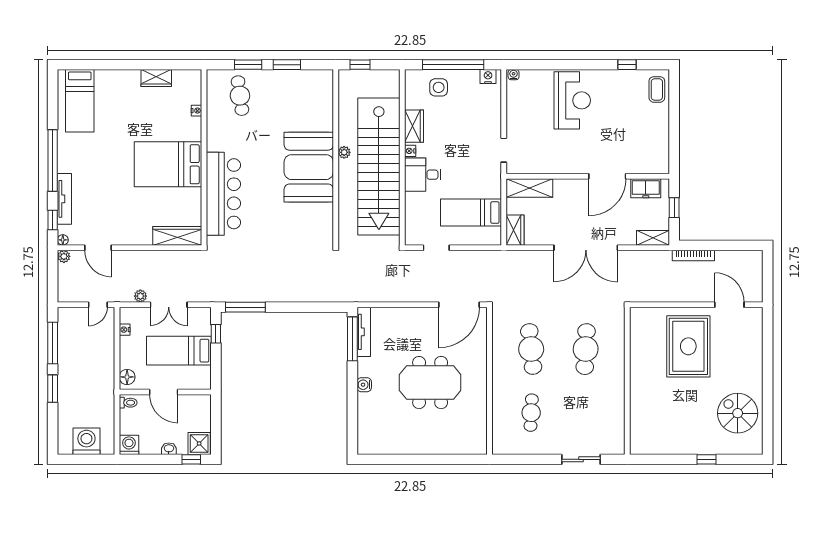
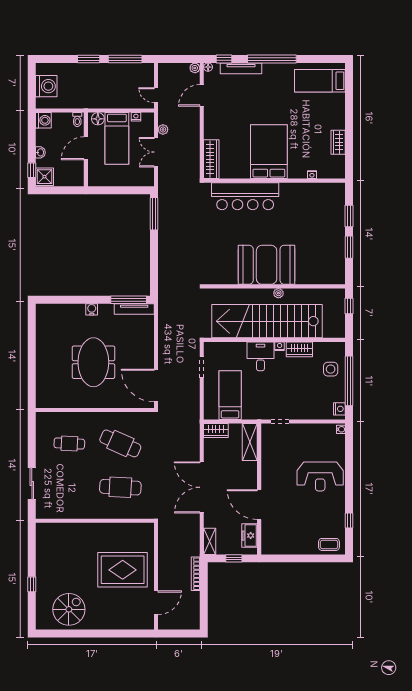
cafe table: (240, 96) -> (324, 209), removed
window: (216, 334) -> (133, 190), removed
cafe table: (531, 349) -> (120, 443), turned 30
bed: (179, 351) -> (117, 138), moved, turned 180

